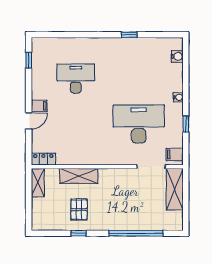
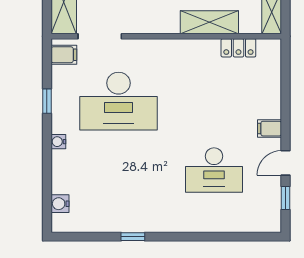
door: (29, 121) -> (286, 163), moved
locker: (43, 159) -> (238, 48), moved

